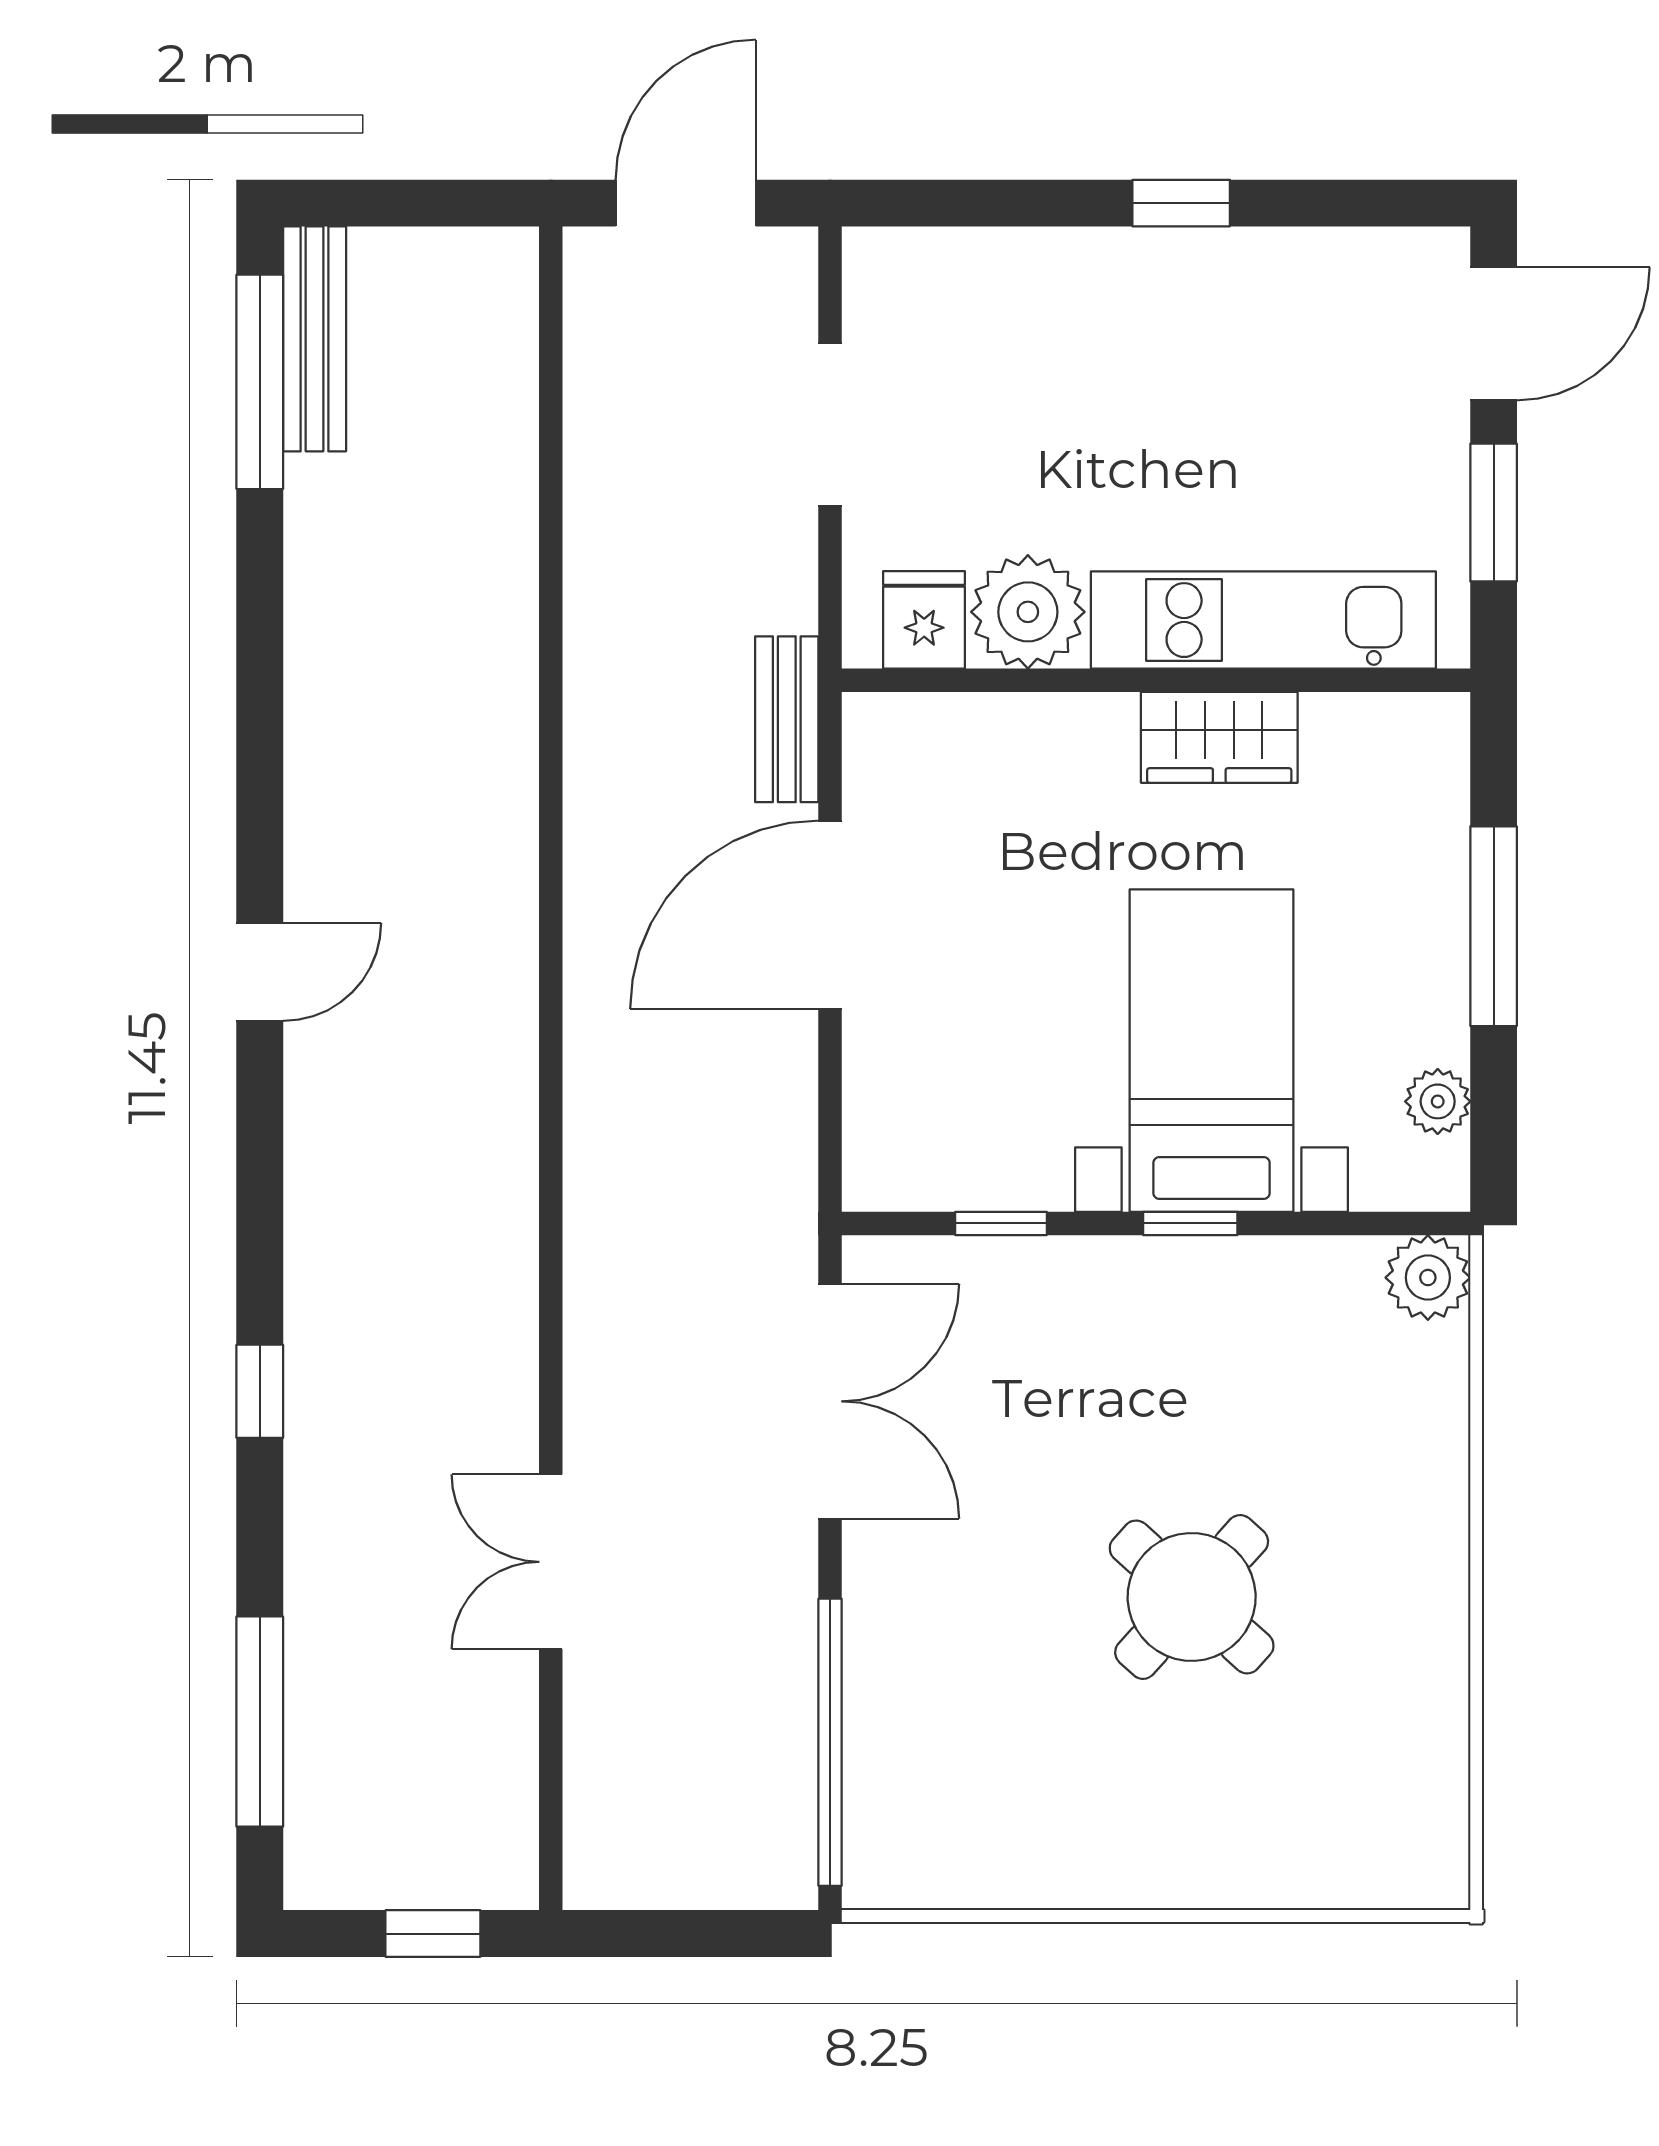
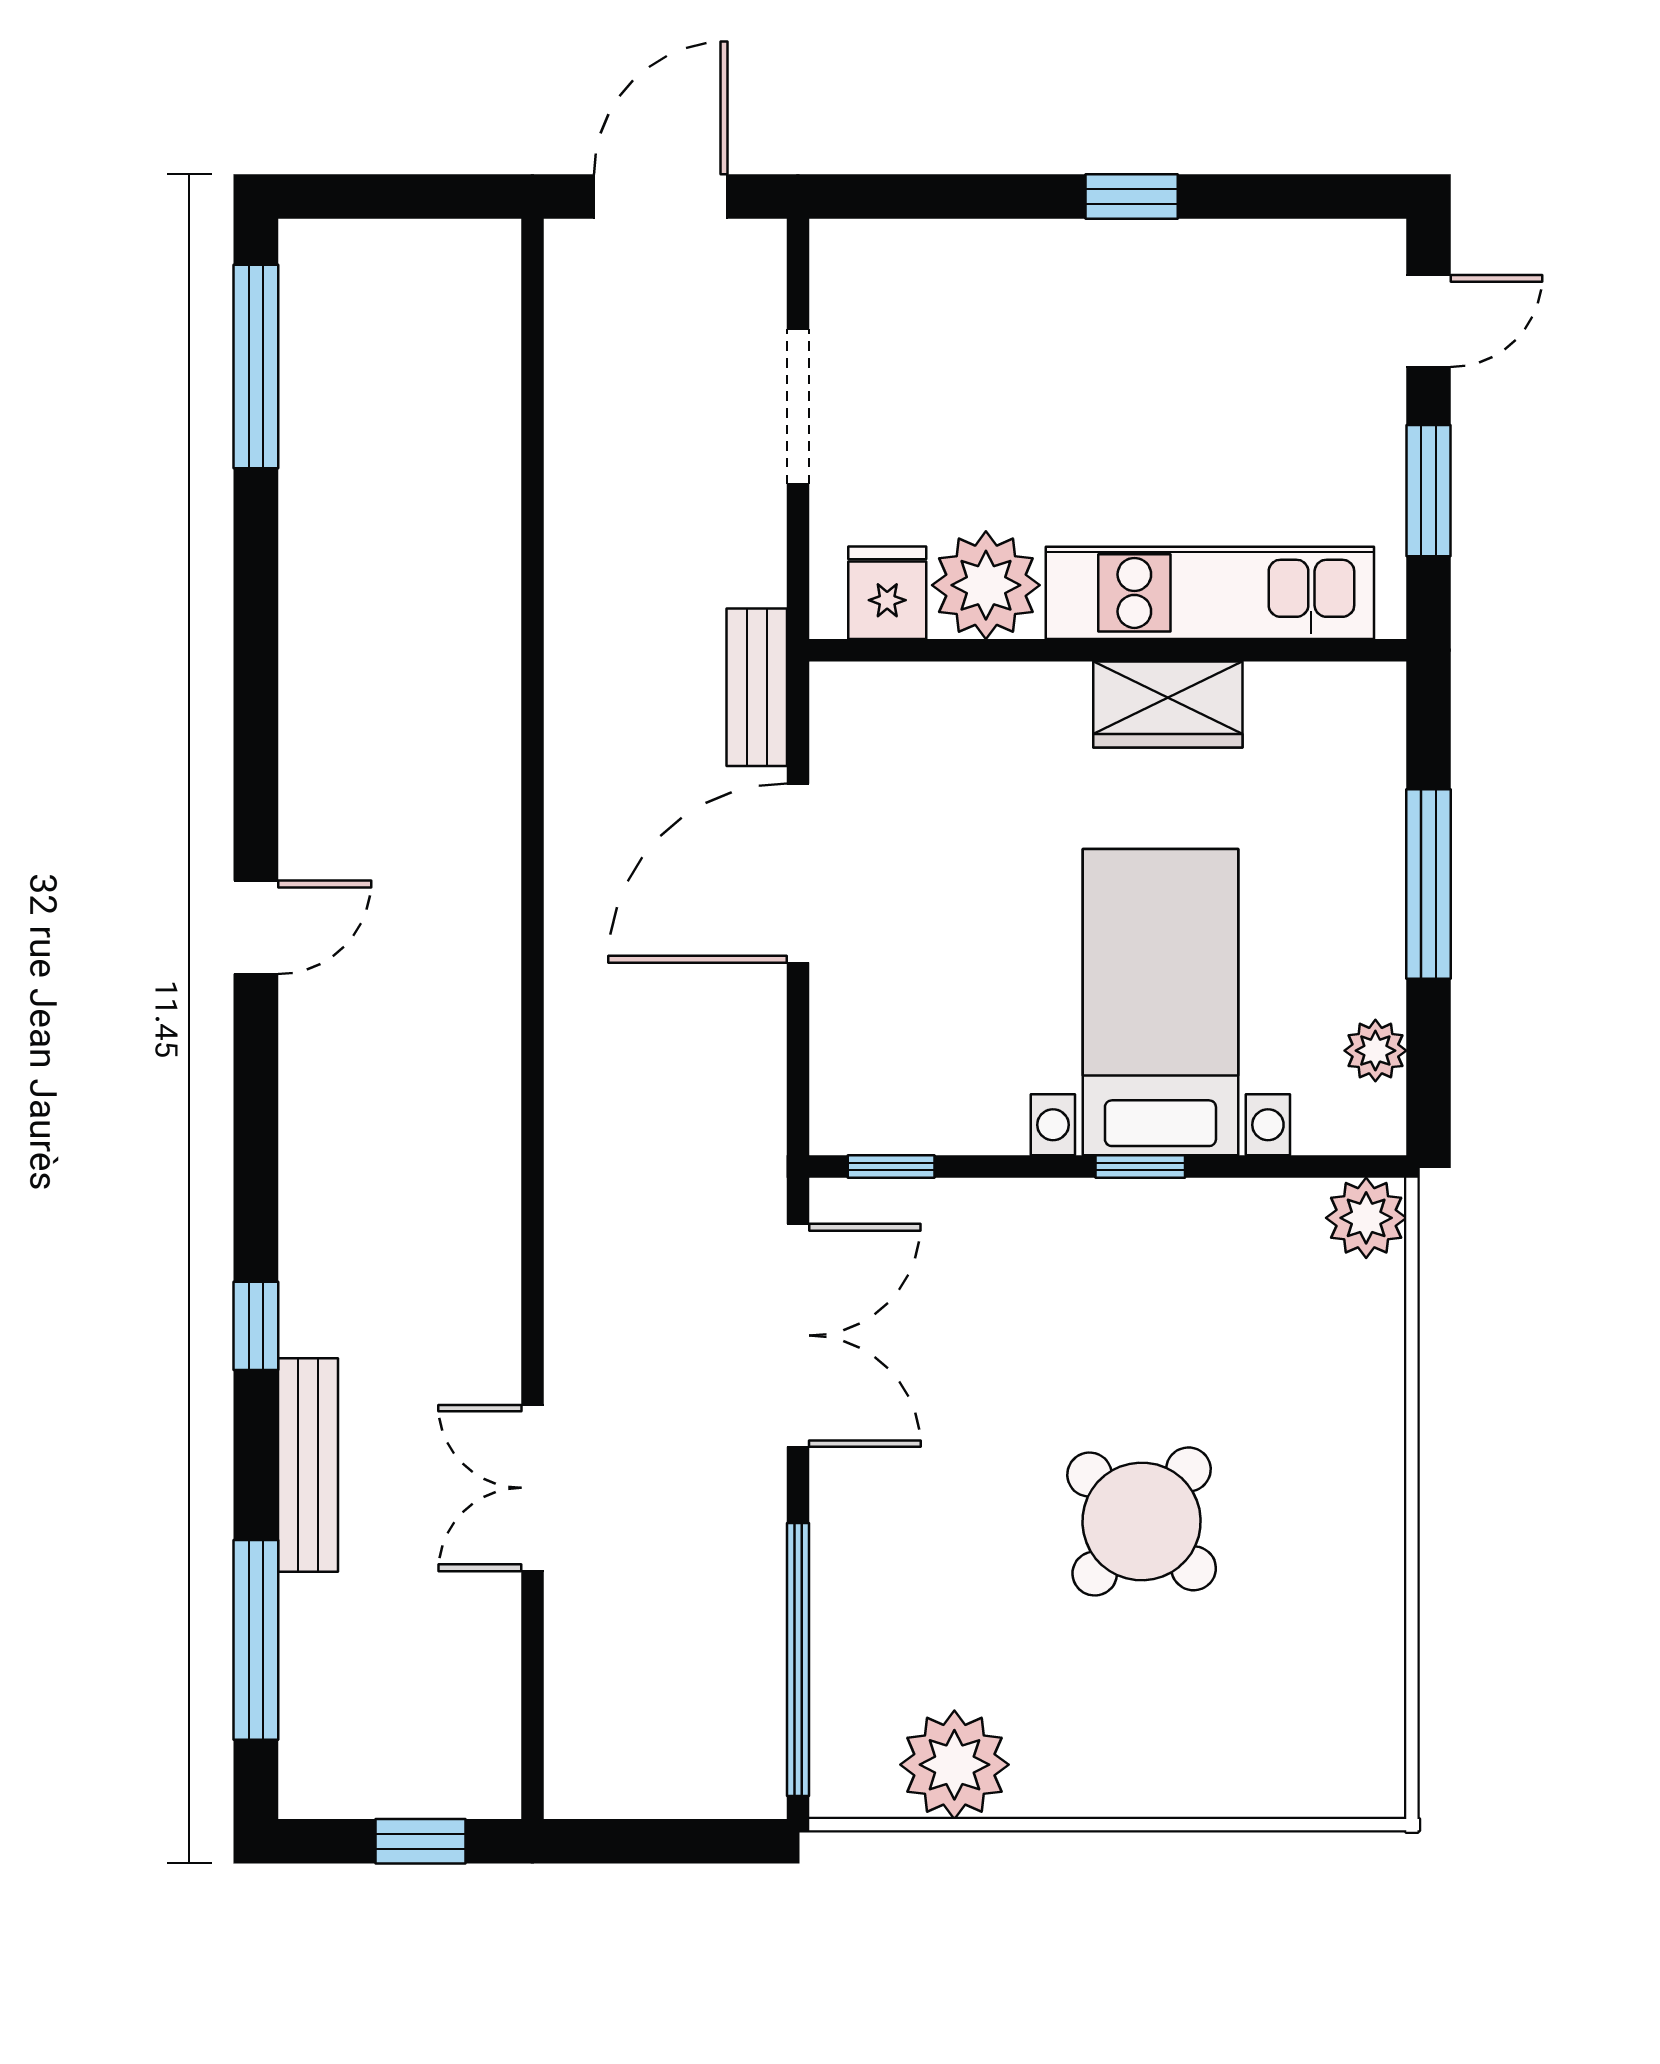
door: (1494, 334) -> (1429, 321), width x0.73
bench: (315, 339) -> (308, 1465), moved
window: (1001, 1223) -> (891, 1166), moved
plant: (995, 1853) -> (954, 1765), added

